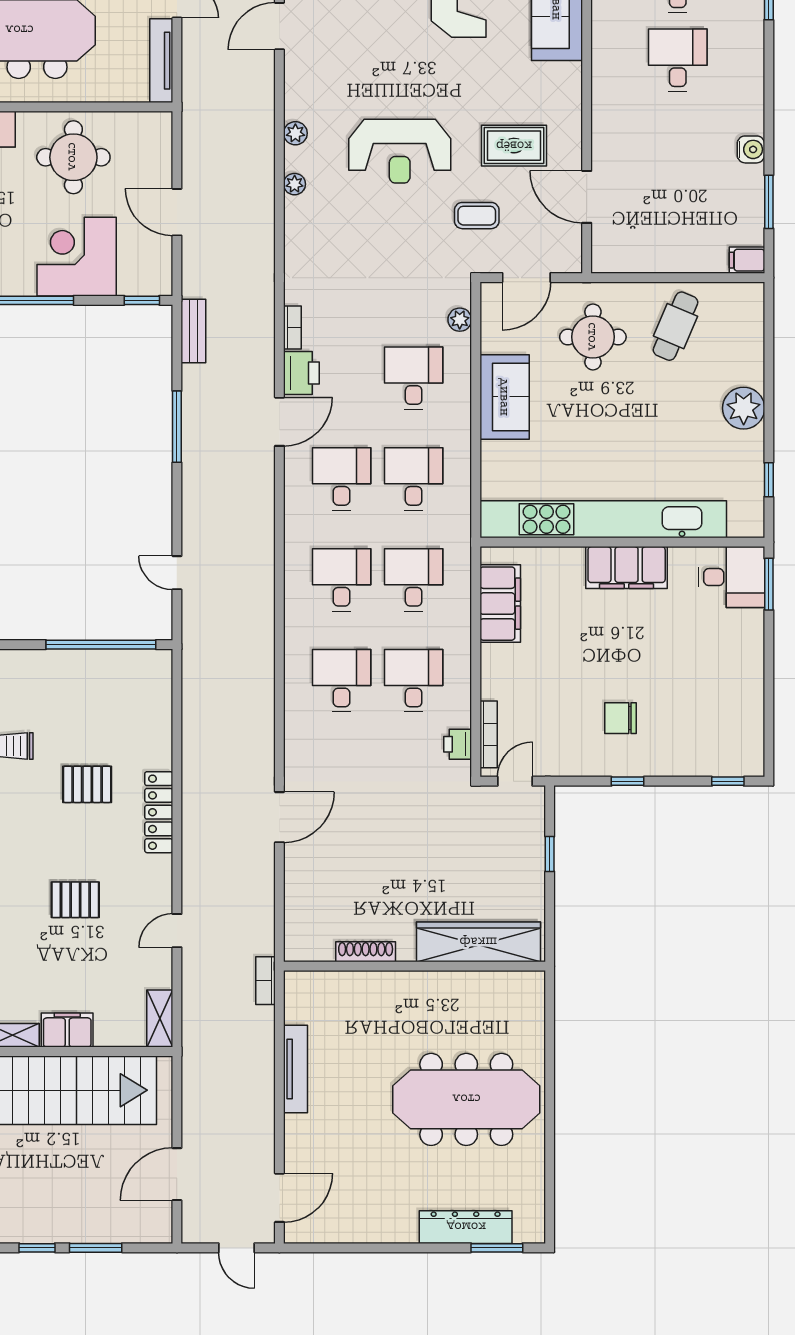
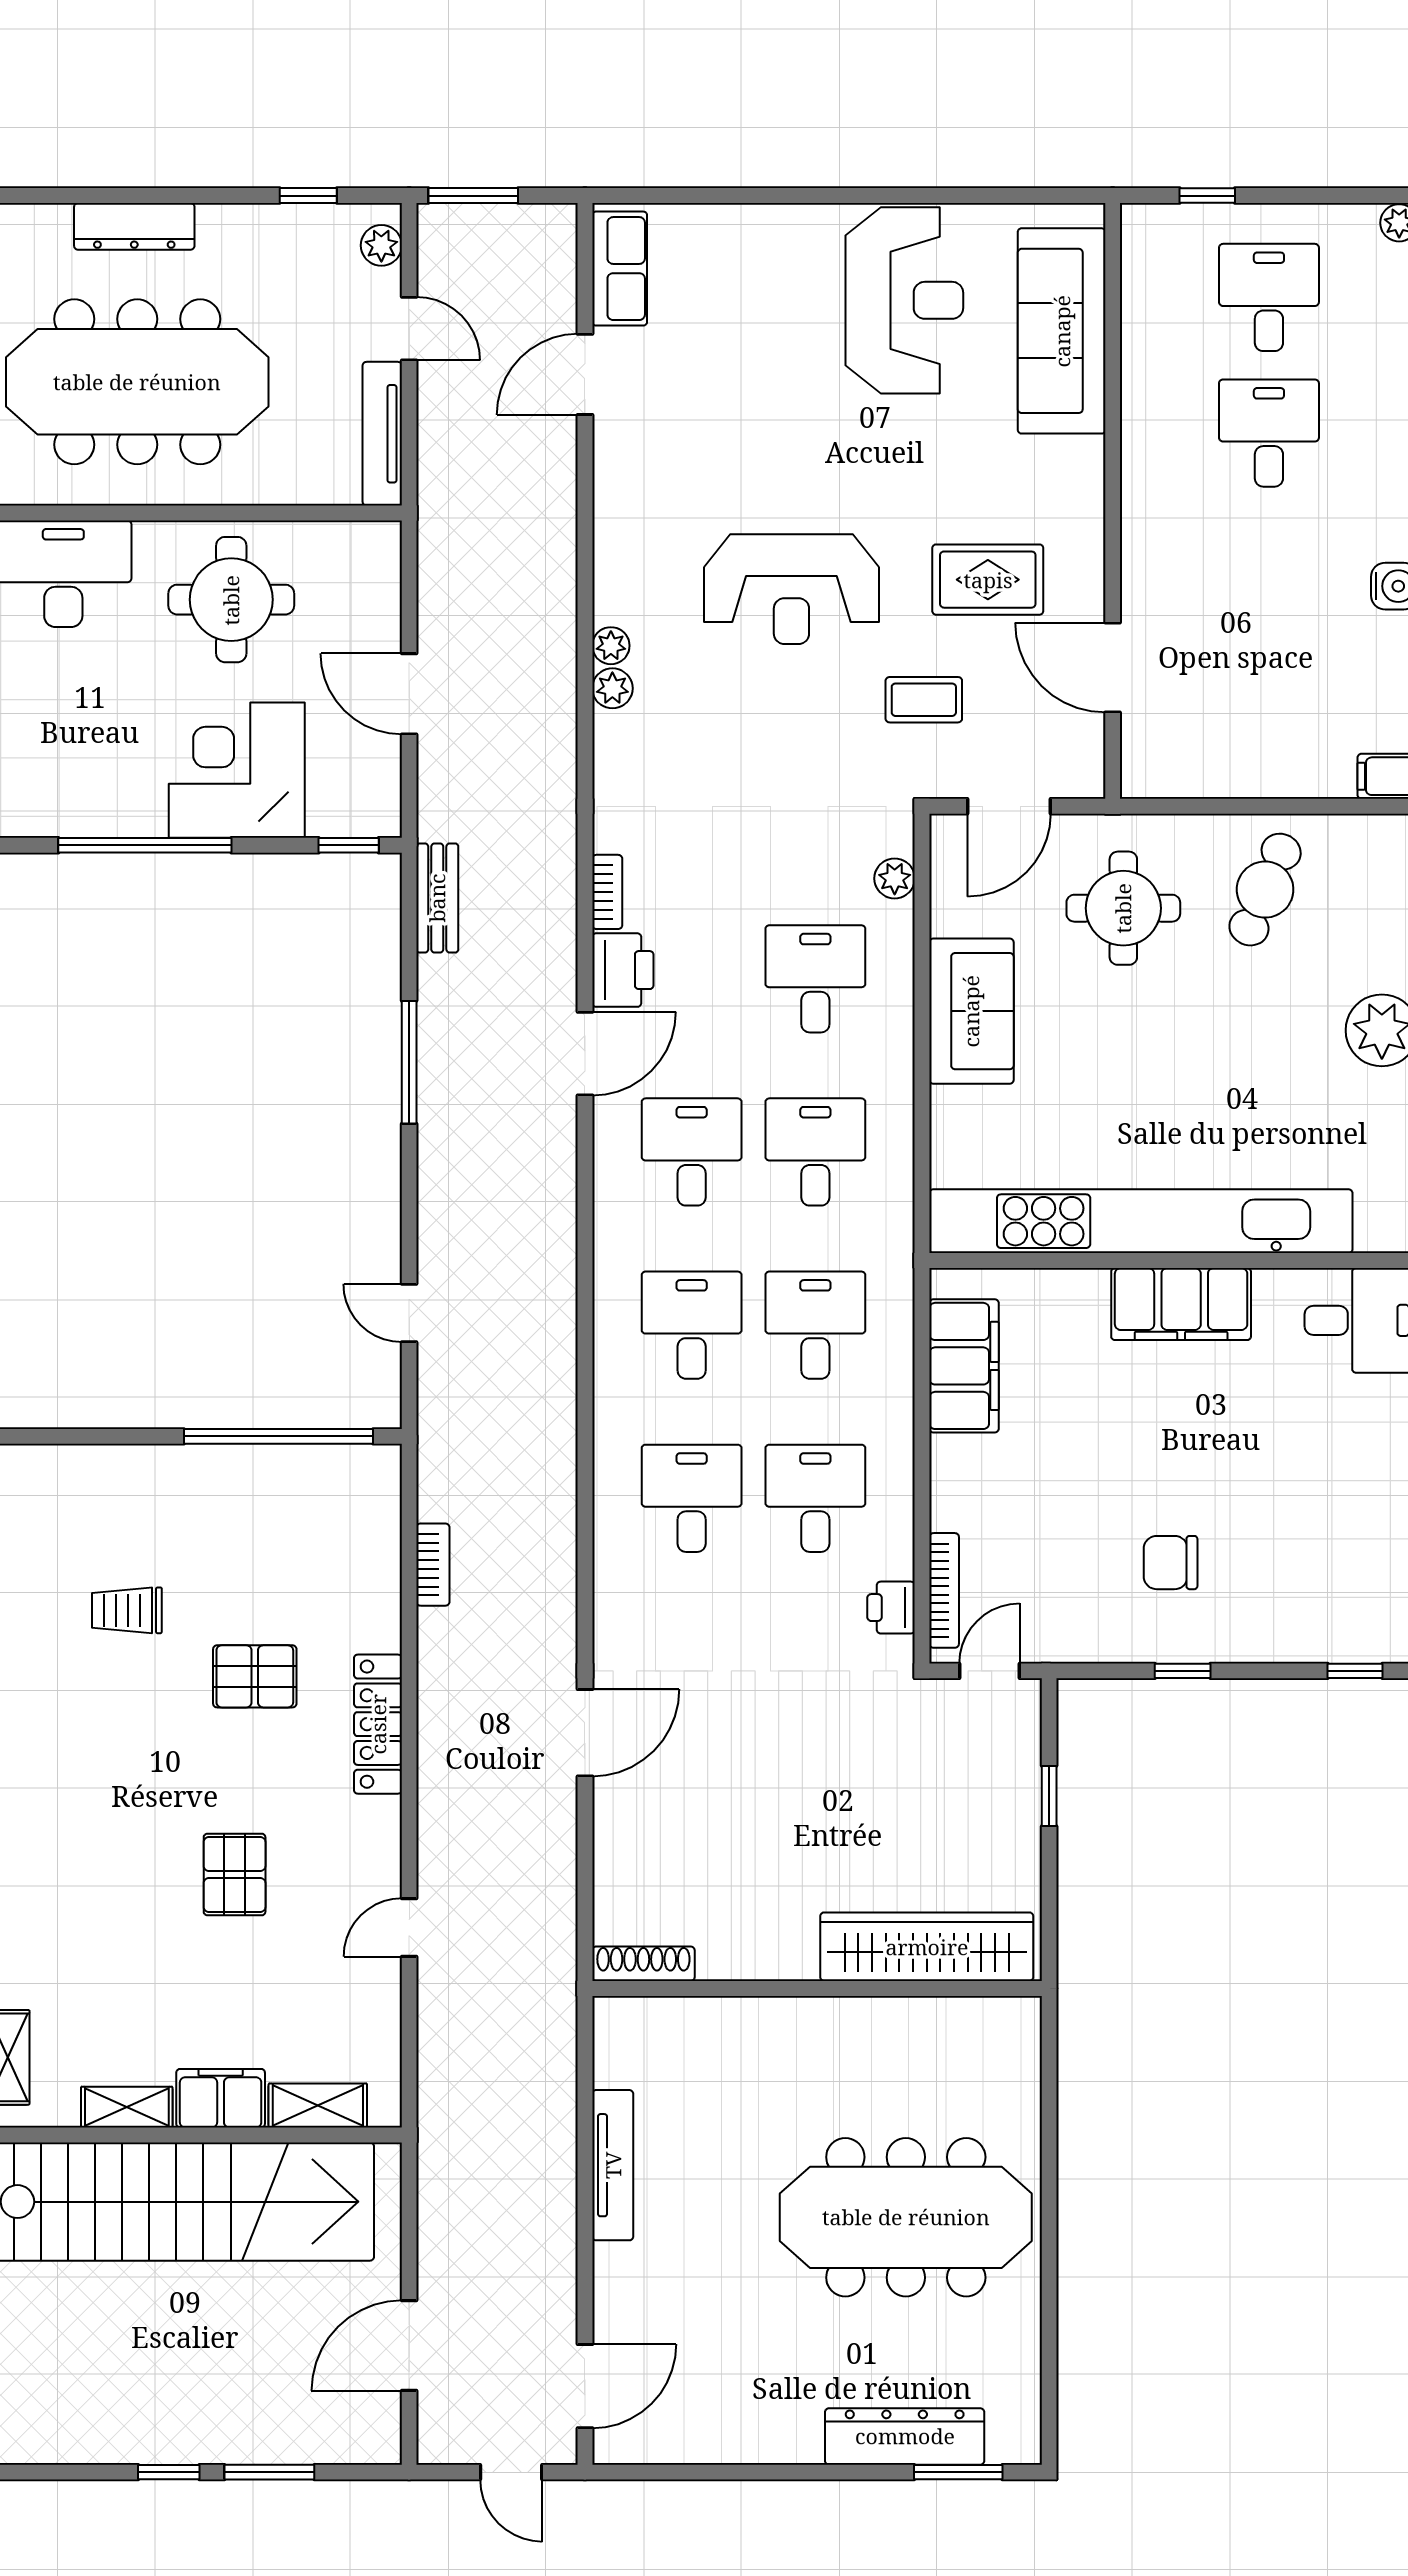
plant: (295, 133) -> (612, 688), moved
pallet: (75, 900) -> (235, 1875), turned 90
shoe rack: (366, 952) -> (643, 1964), moved
bookcase: (266, 981) -> (433, 1565), moved, turned 180
shelving: (160, 1019) -> (318, 2106), moved, turned 90

